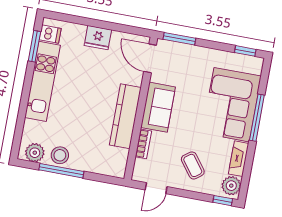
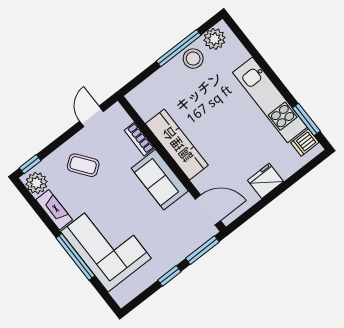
window: (245, 51) -> (169, 276), moved

